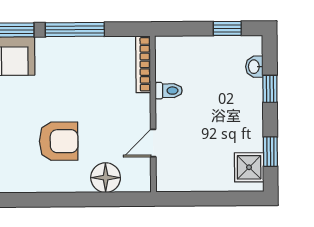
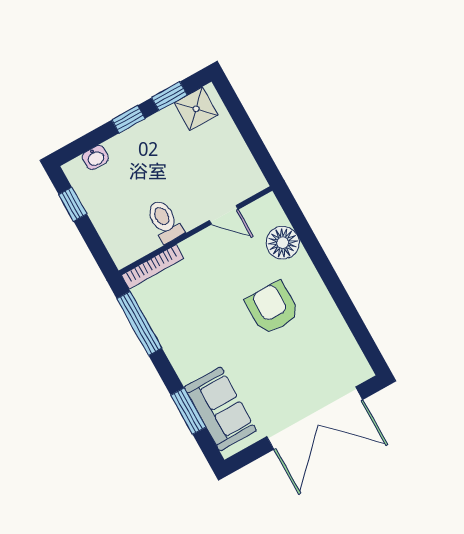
window: (75, 30) -> (139, 323), moved
window: (270, 89) -> (128, 119), moved
toilet: (169, 91) -> (165, 221), width x1.37, depth x1.39

